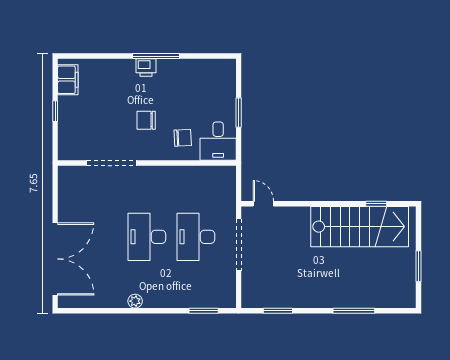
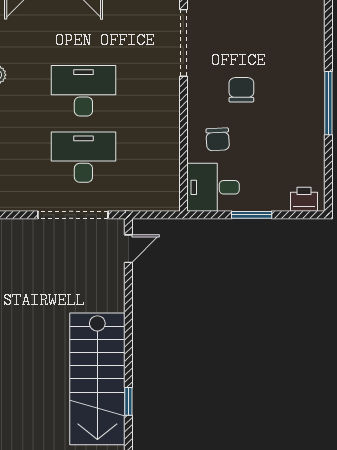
printer: (146, 68) -> (304, 199), moved, turned 90

